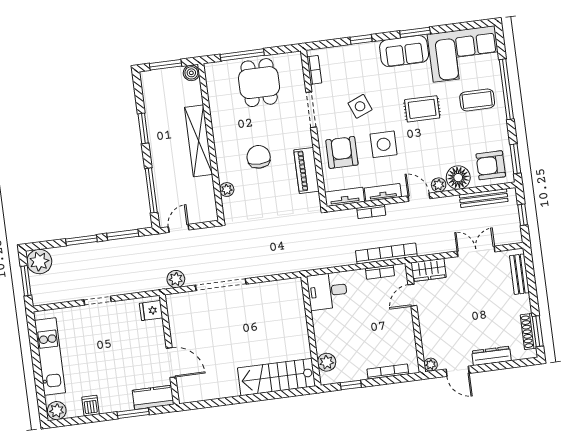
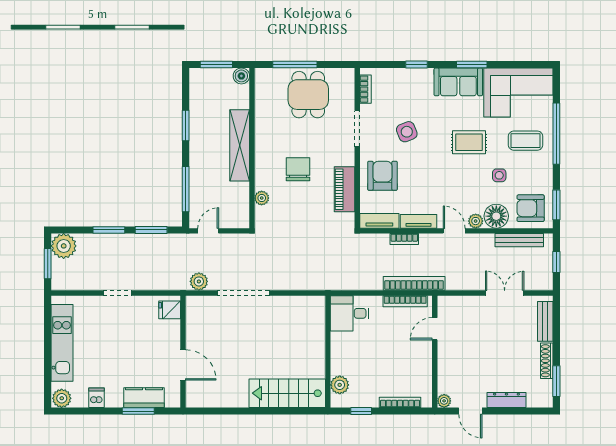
side table: (384, 144) -> (499, 175), moved, width x0.54, depth x0.54
wardrobe: (428, 270) -> (454, 305), removed
bookcase: (380, 272) -> (405, 301), width x1.56
shoe rack: (528, 332) -> (547, 361), moved
kitchen counter: (153, 397) -> (144, 398), moved

